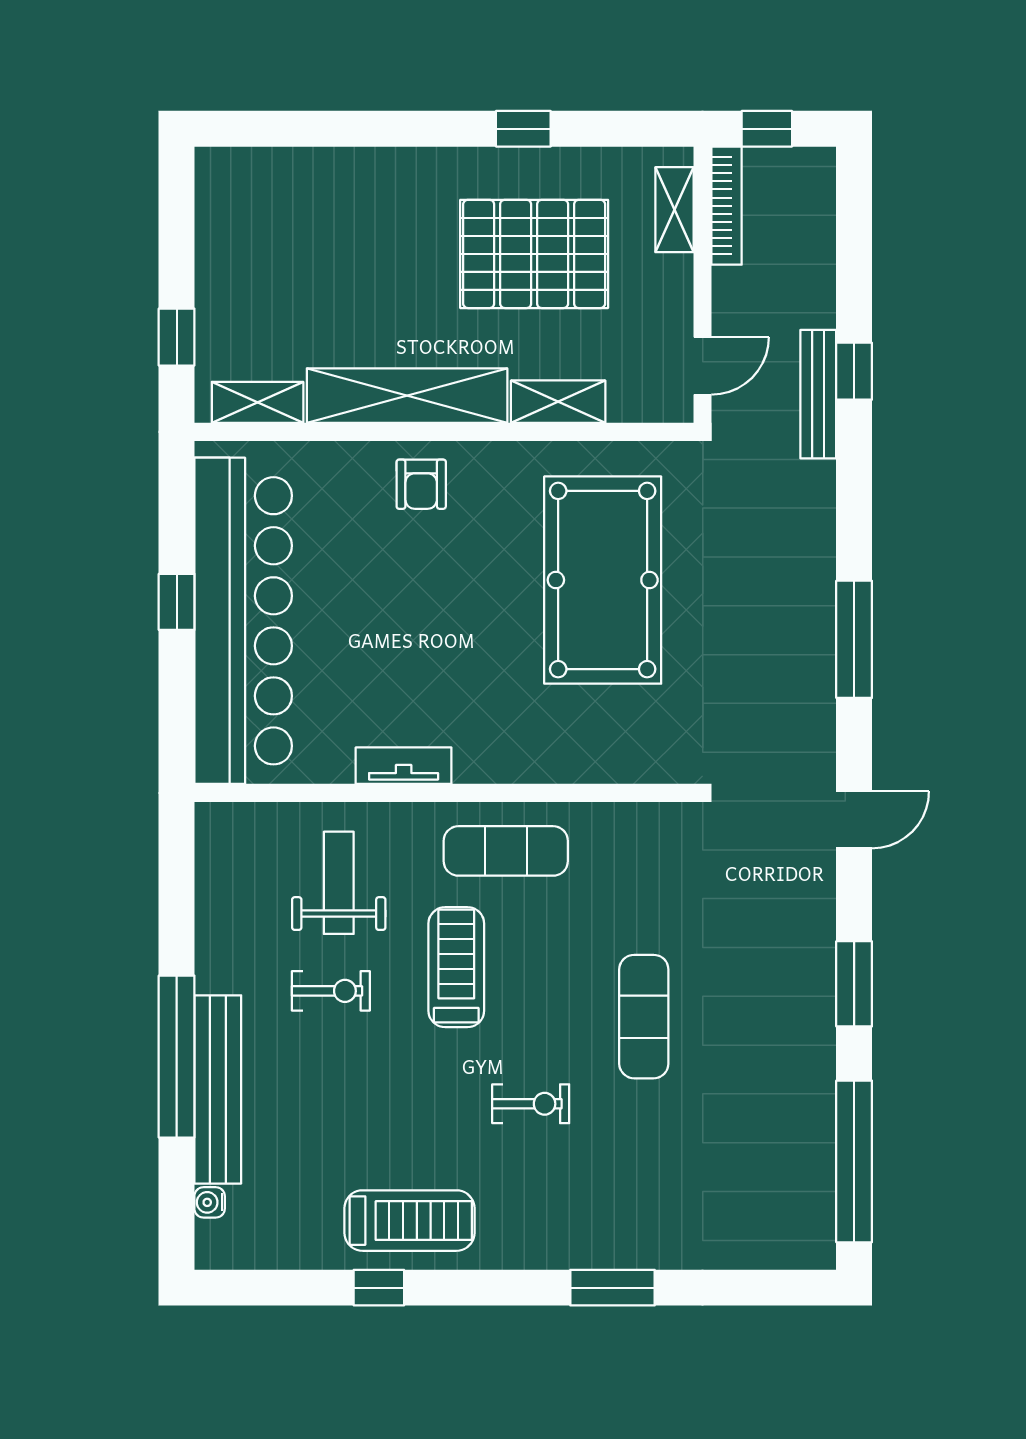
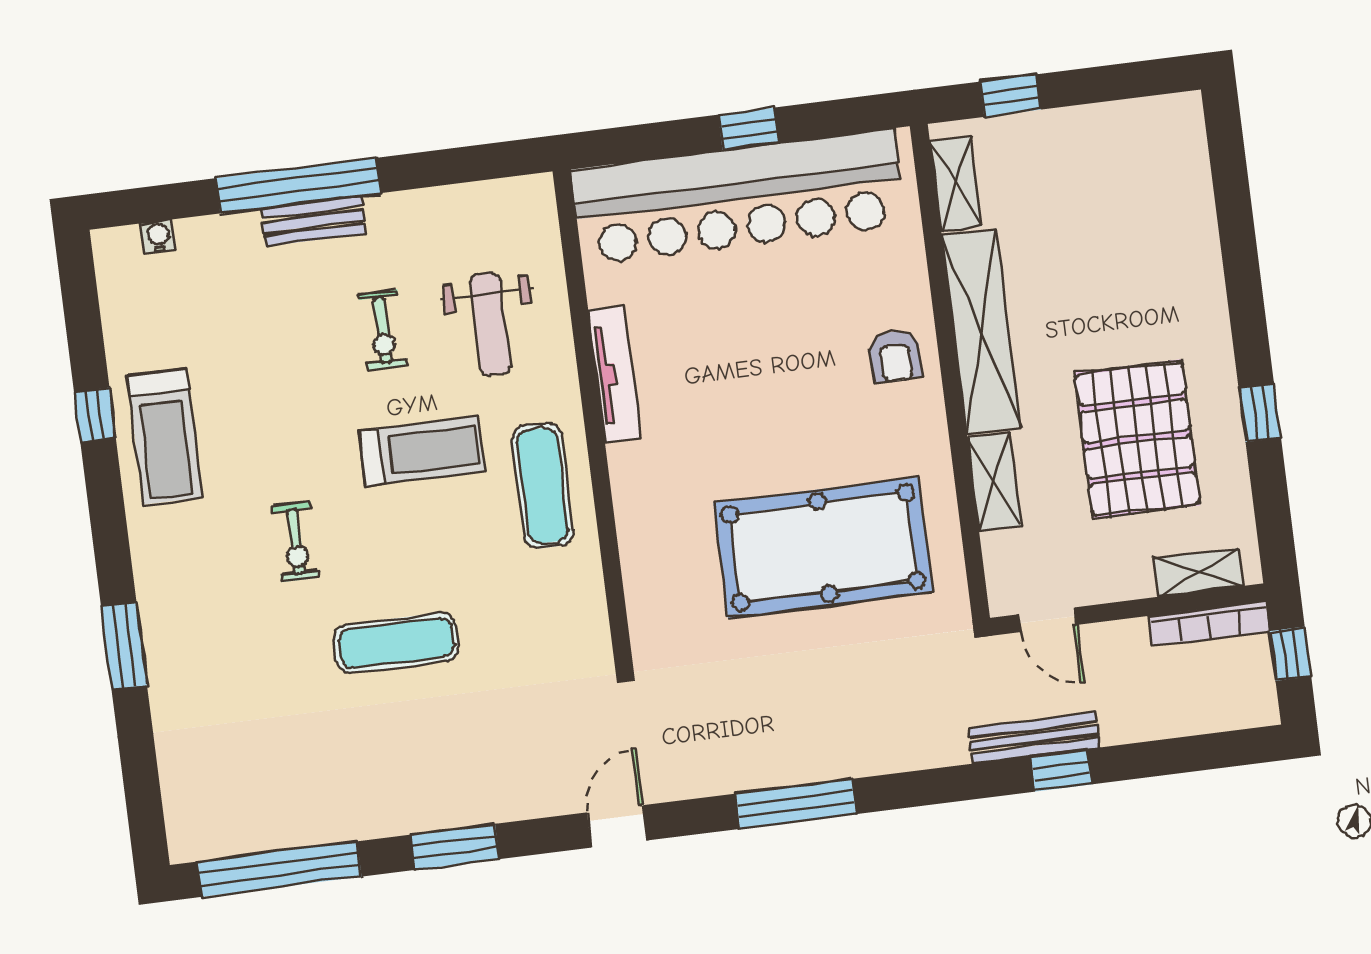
armchair: (421, 484) -> (895, 356), turned -90
tv unit: (404, 766) -> (614, 374), width x1.41
door: (854, 820) -> (617, 826), swing flipped
weight bench: (339, 883) -> (490, 324), turned 90
bench: (218, 1089) -> (314, 221), width x0.54, depth x0.82

